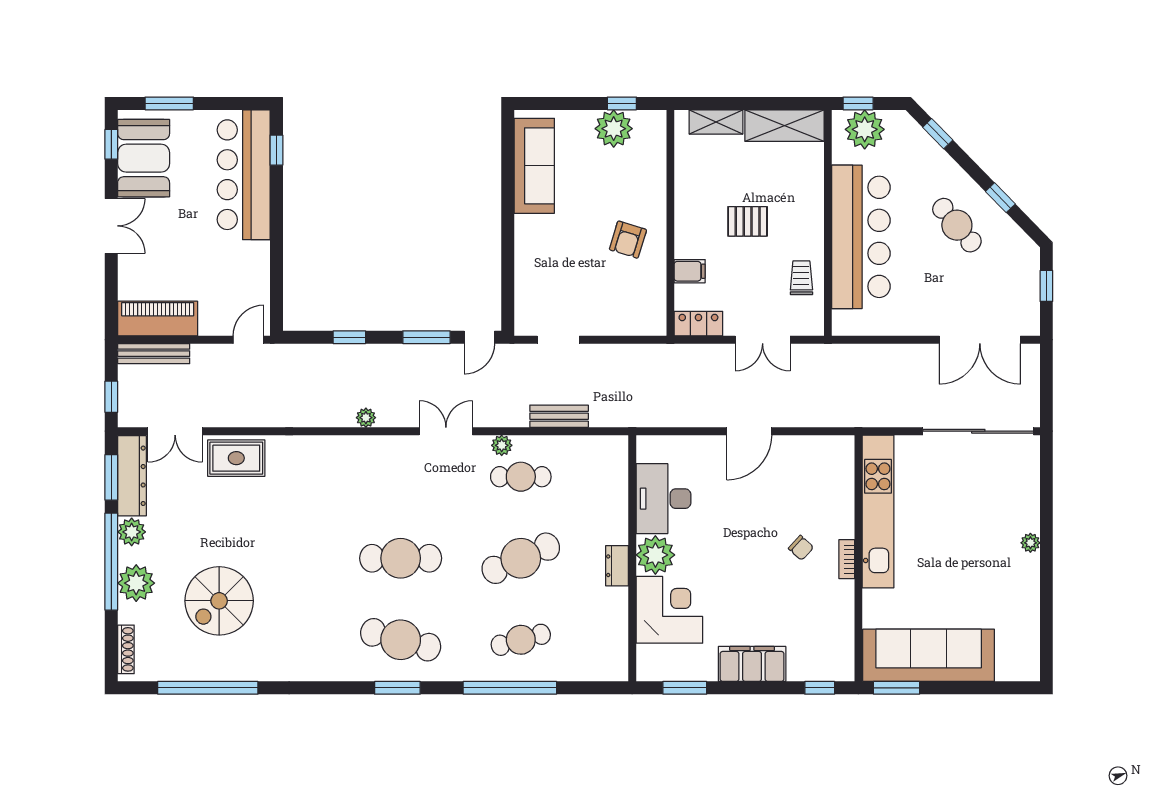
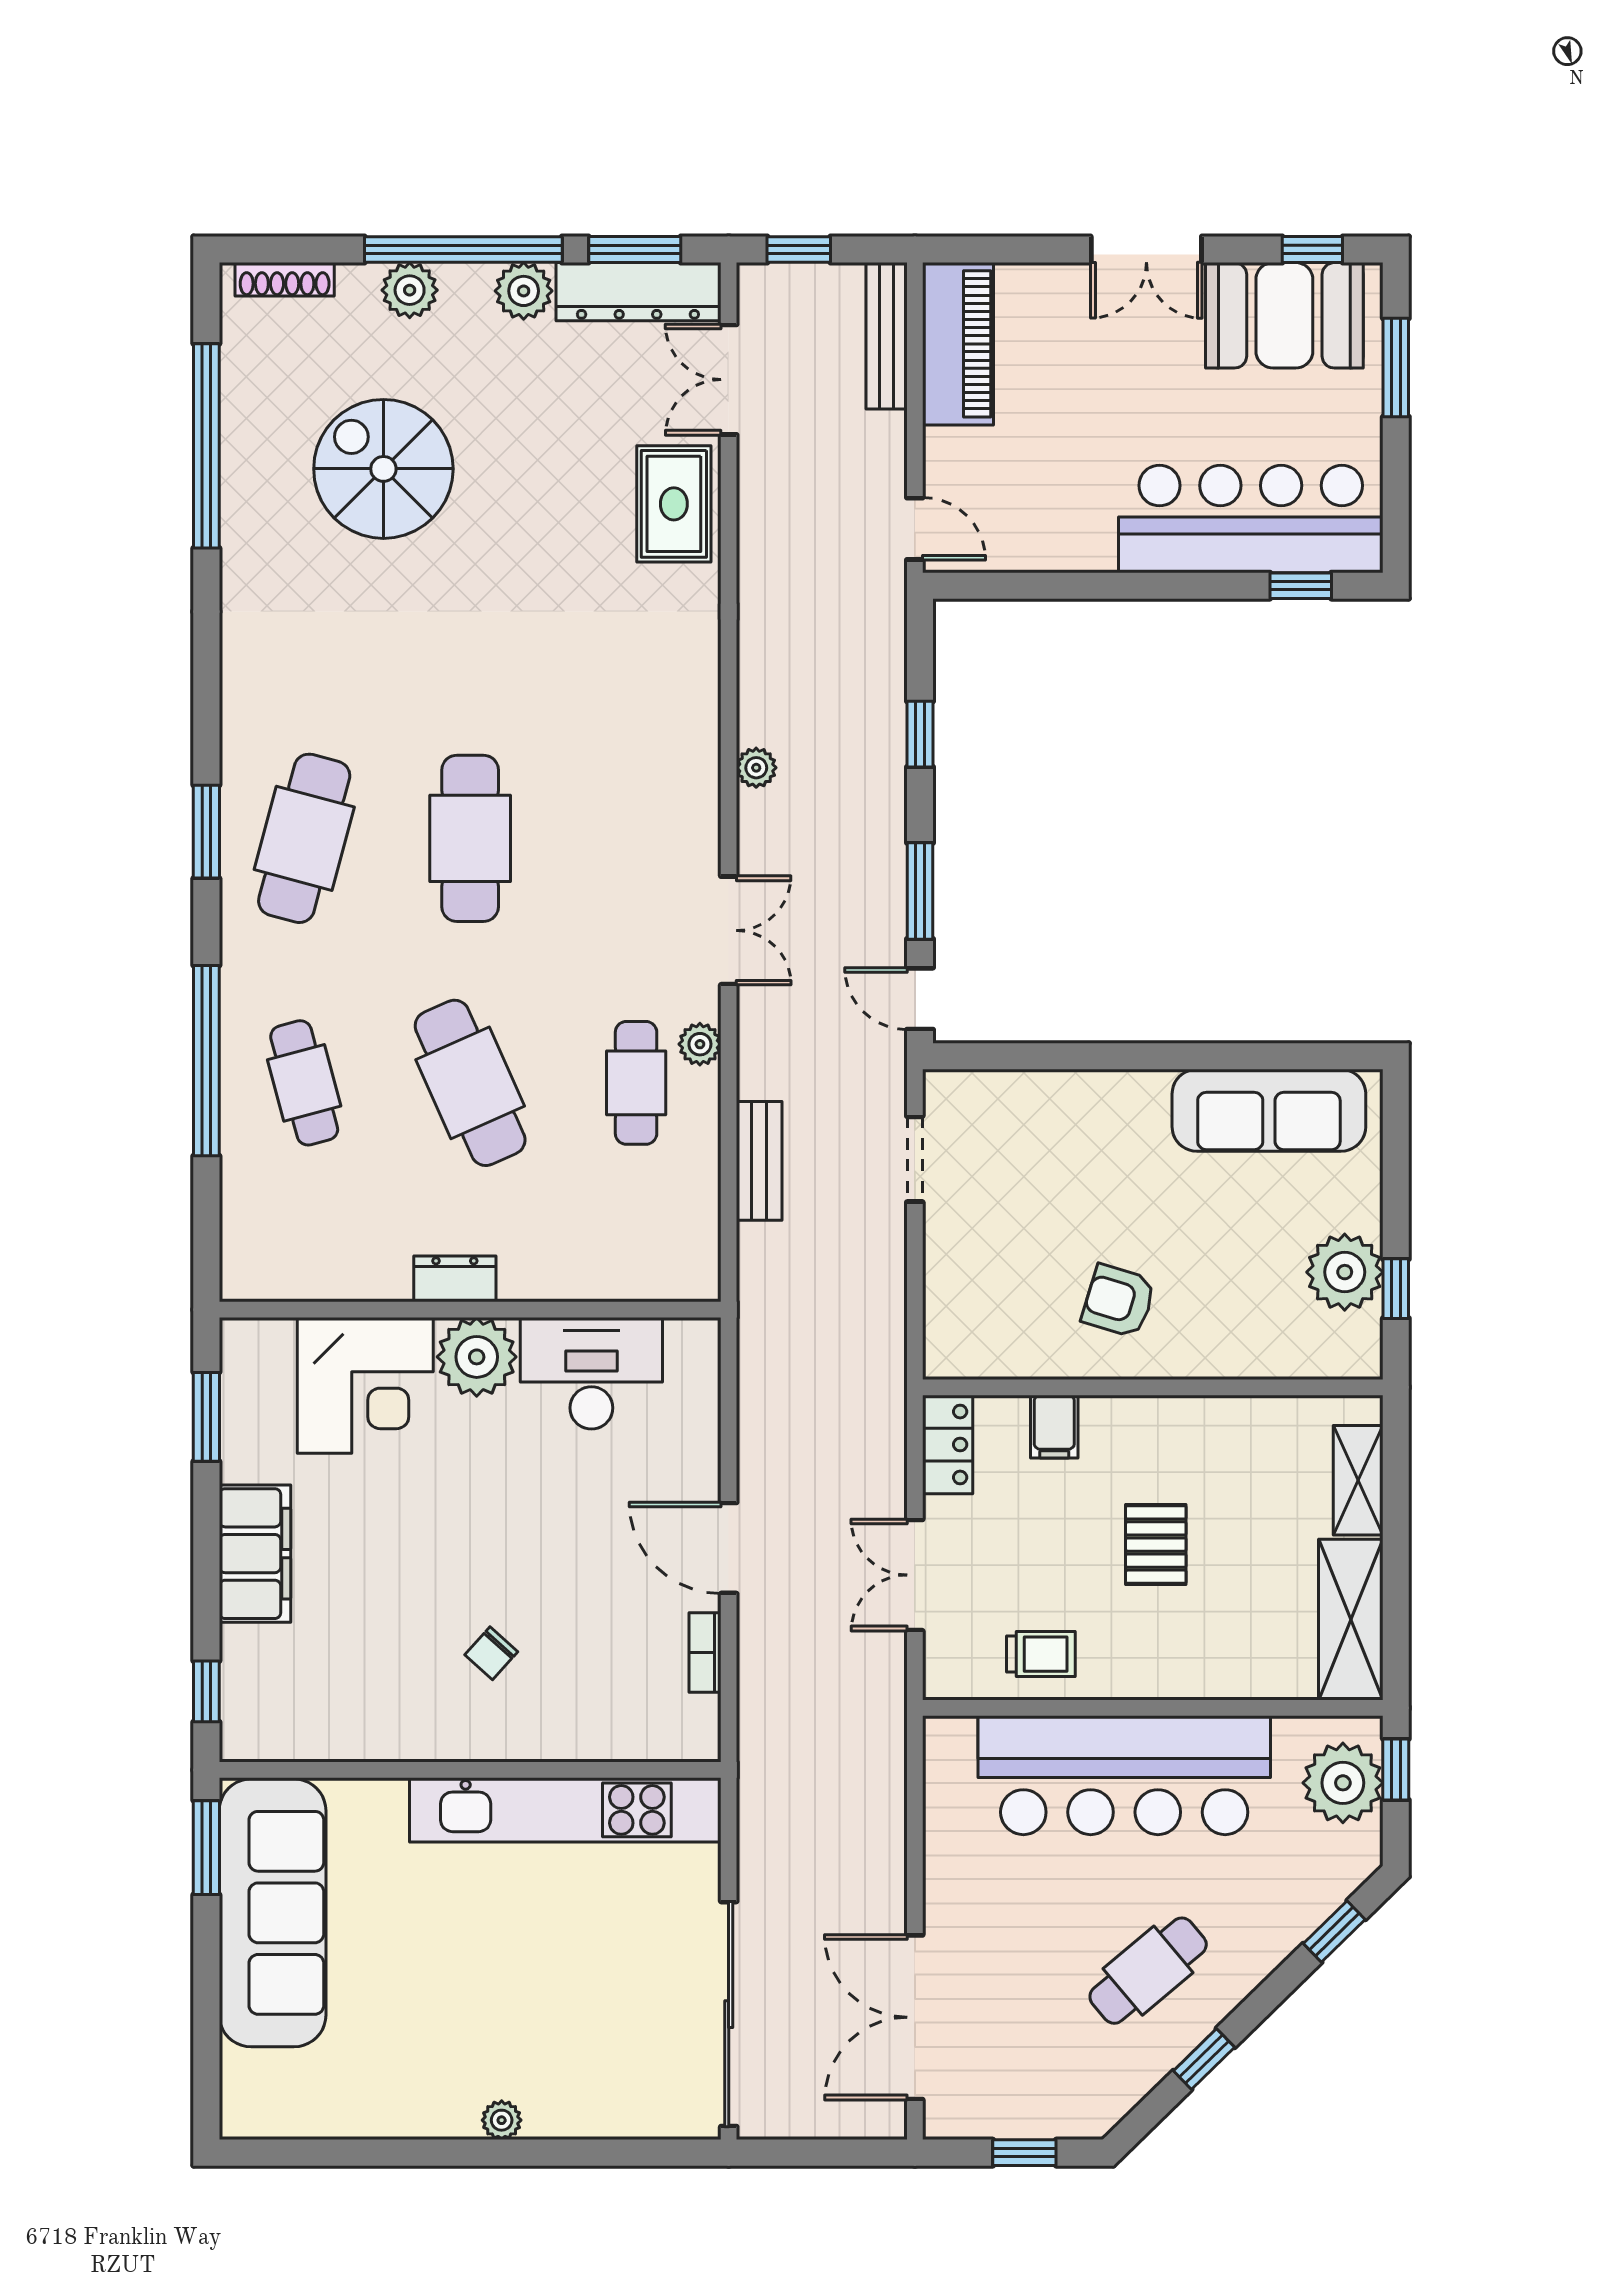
bookcase: (847, 559) -> (705, 1653), moved, turned -90
plant: (136, 583) -> (410, 290), width x0.73, depth x0.73

